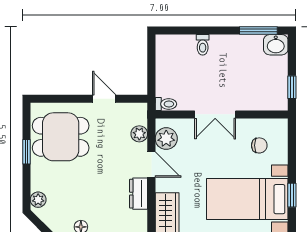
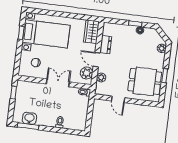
washbasin: (276, 45) -> (29, 118), moved

